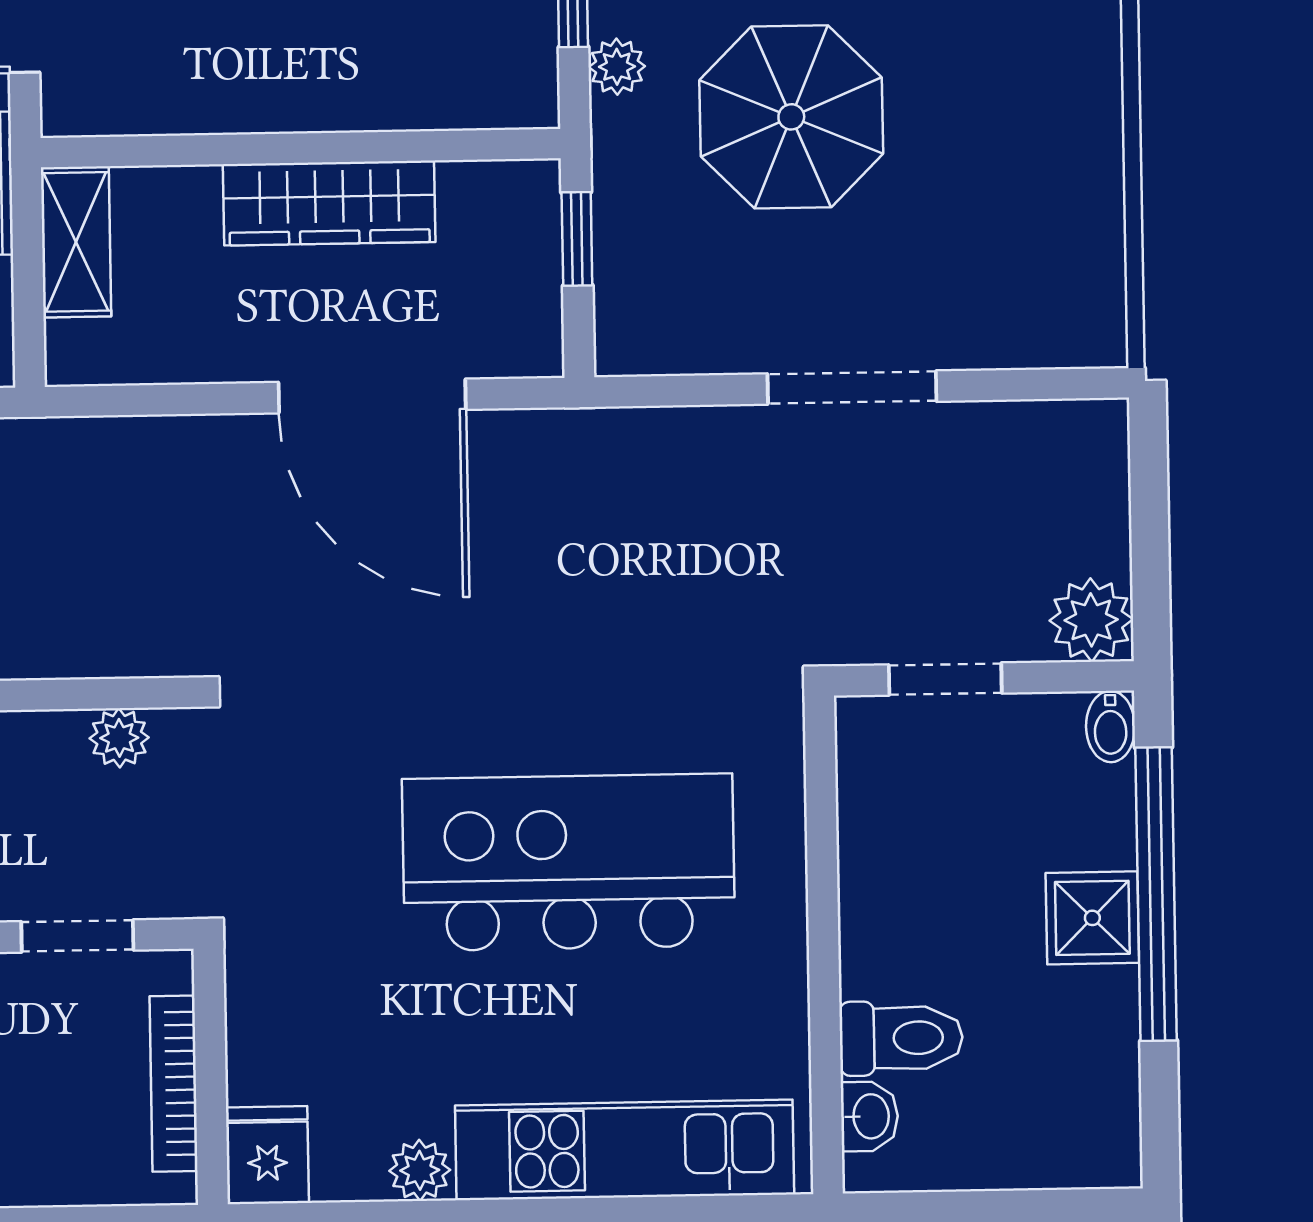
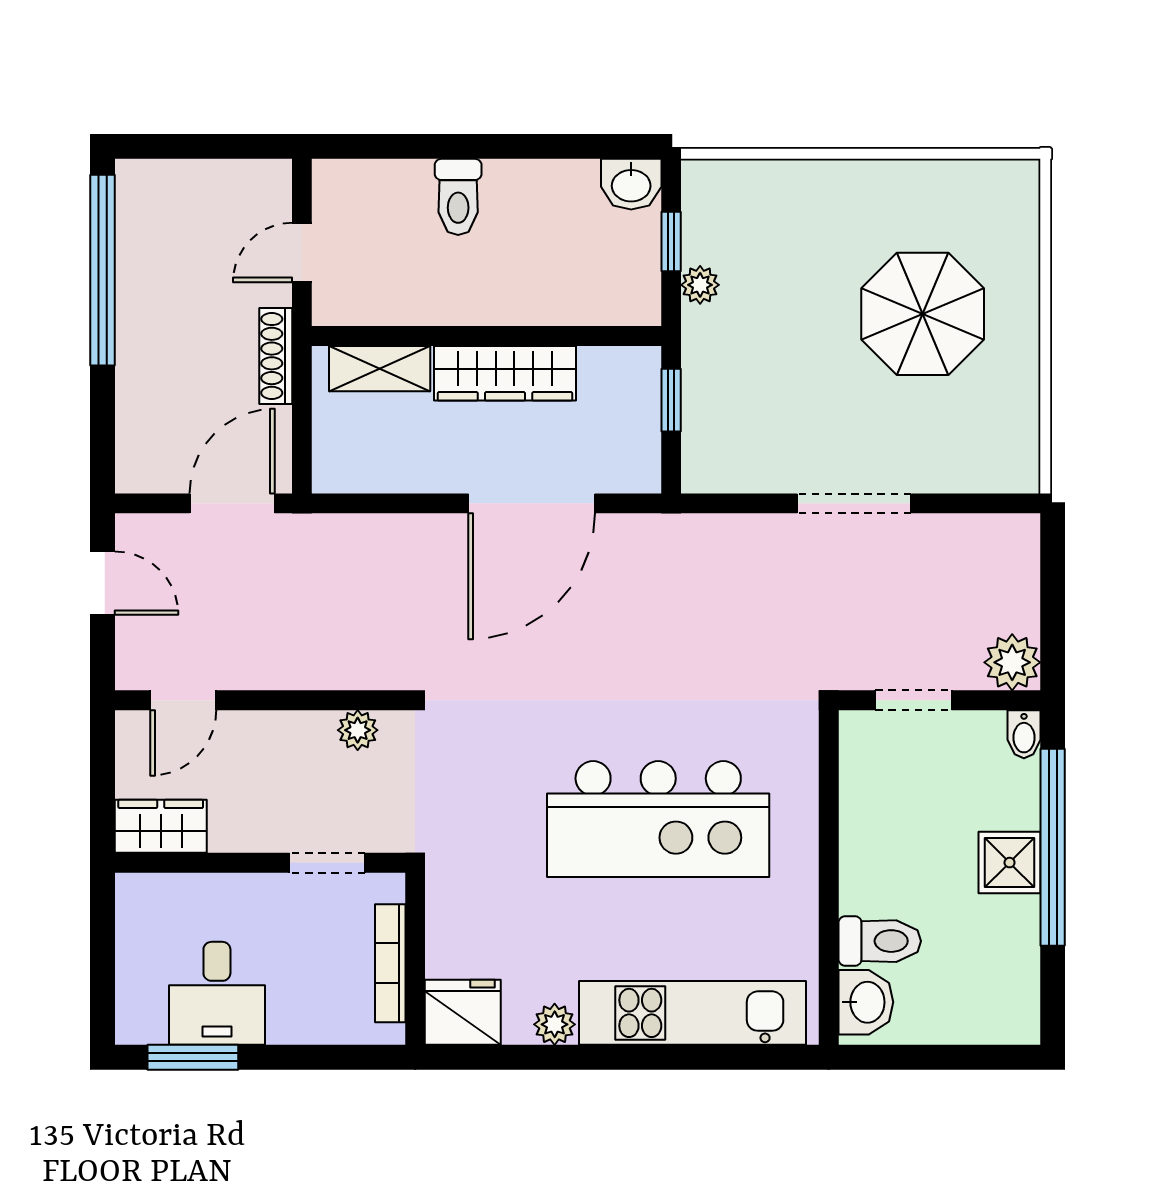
parasol: (791, 117) -> (923, 314), moved
shelving: (76, 242) -> (380, 369), moved, turned 90
door: (372, 396) -> (532, 503), hinge flipped
kitchen island: (569, 862) -> (658, 819), turned 180
washbasin: (869, 1116) -> (866, 1002), width x1.38, depth x1.45
fridge: (267, 1155) -> (463, 1012), width x1.38

